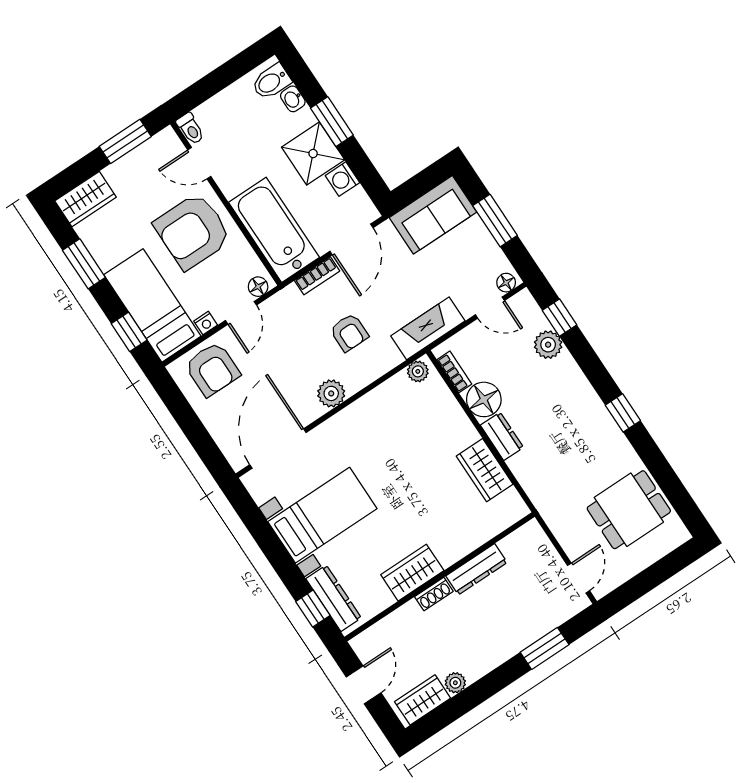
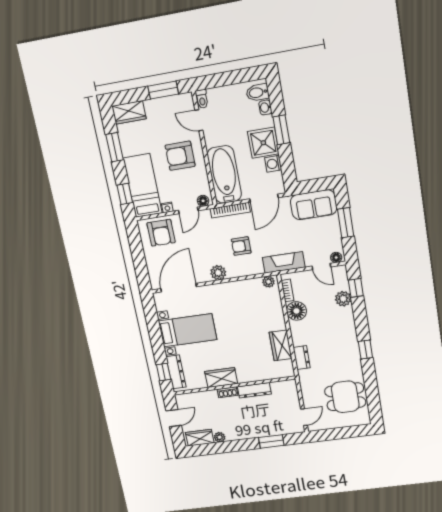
armchair: (193, 231) -> (180, 156), width x0.73, depth x0.73
bookcase: (317, 276) -> (230, 210), width x1.56
armchair: (349, 333) -> (241, 246), turned 90
dresser: (502, 436) -> (302, 358), moved

